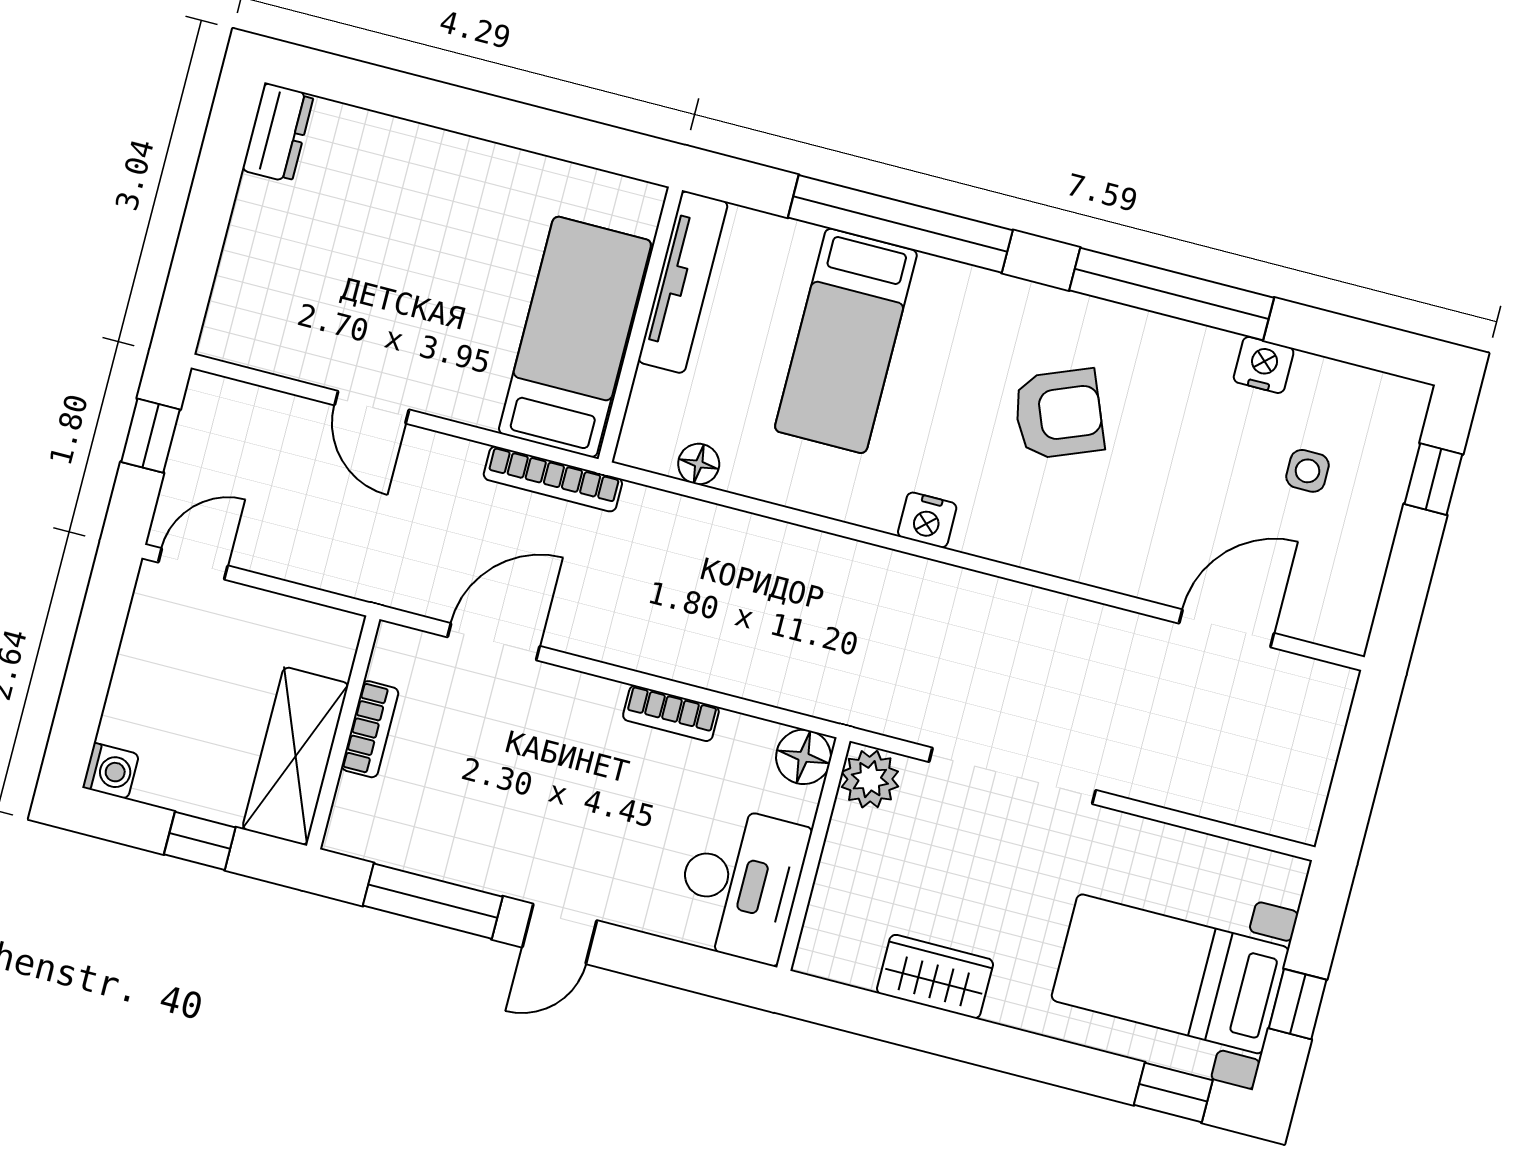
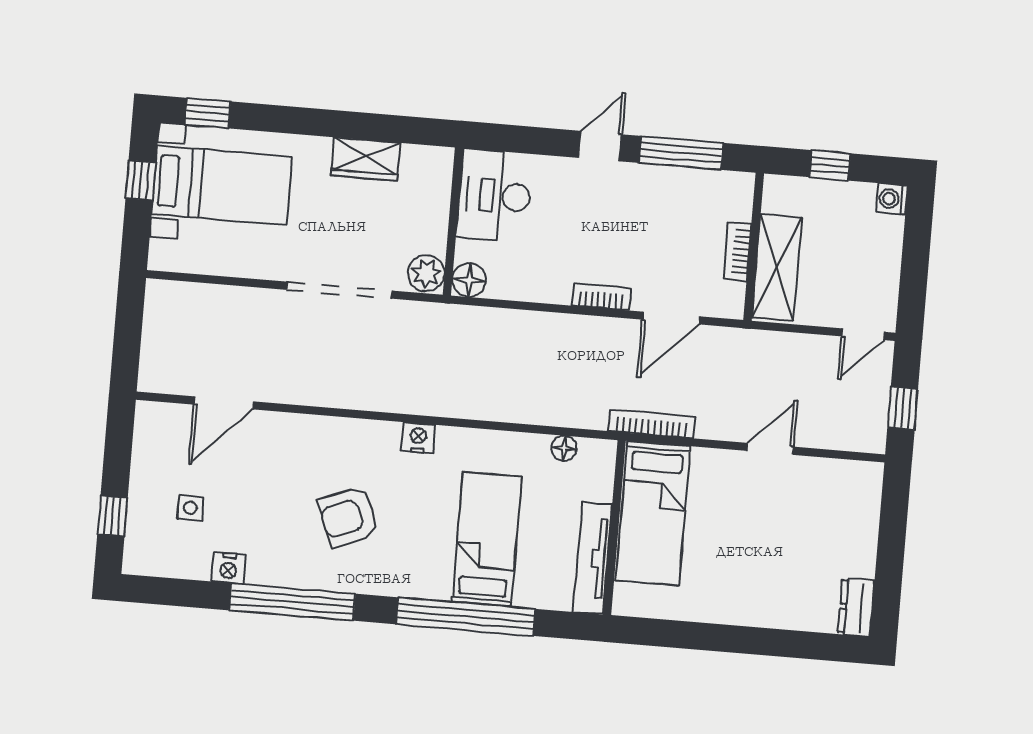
door: (372, 407) -> (770, 449), hinge flipped
bookcase: (671, 713) -> (601, 297), moved
shelving: (296, 756) -> (777, 268), moved

